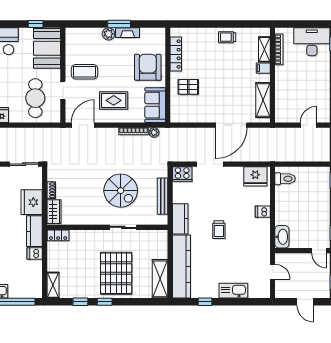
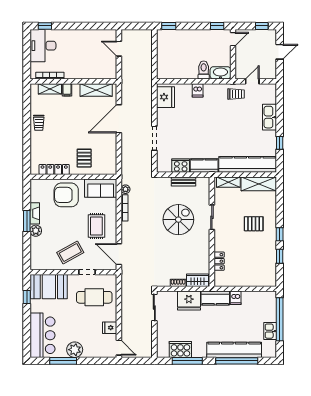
coffee table: (84, 72) -> (70, 253), turned 61
door: (231, 125) -> (119, 119), swing flipped
cooker: (182, 174) -> (181, 166), moved, turned -90
toilet: (285, 179) -> (204, 70), moved
bench: (163, 196) -> (184, 181), width x0.73
trolley: (219, 230) -> (236, 94), moved
locker: (58, 235) -> (219, 261), moved
pallet: (116, 273) -> (254, 224), width x0.49, depth x0.50
shelving: (53, 285) -> (228, 182), moved

